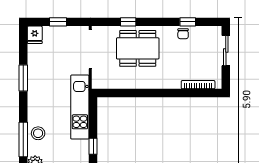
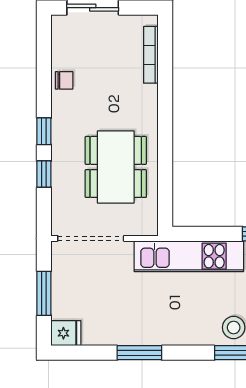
window: (58, 22) -> (44, 293), width x1.50
window: (188, 22) -> (44, 131), moved
dining table: (138, 48) -> (116, 167), moved

